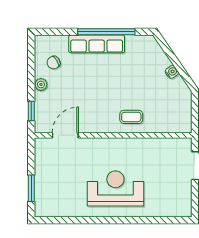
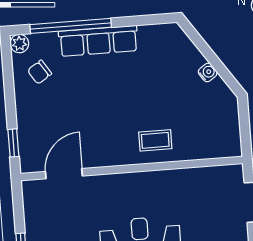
window: (106, 32) -> (71, 26), moved
plant: (41, 85) -> (19, 44), moved

